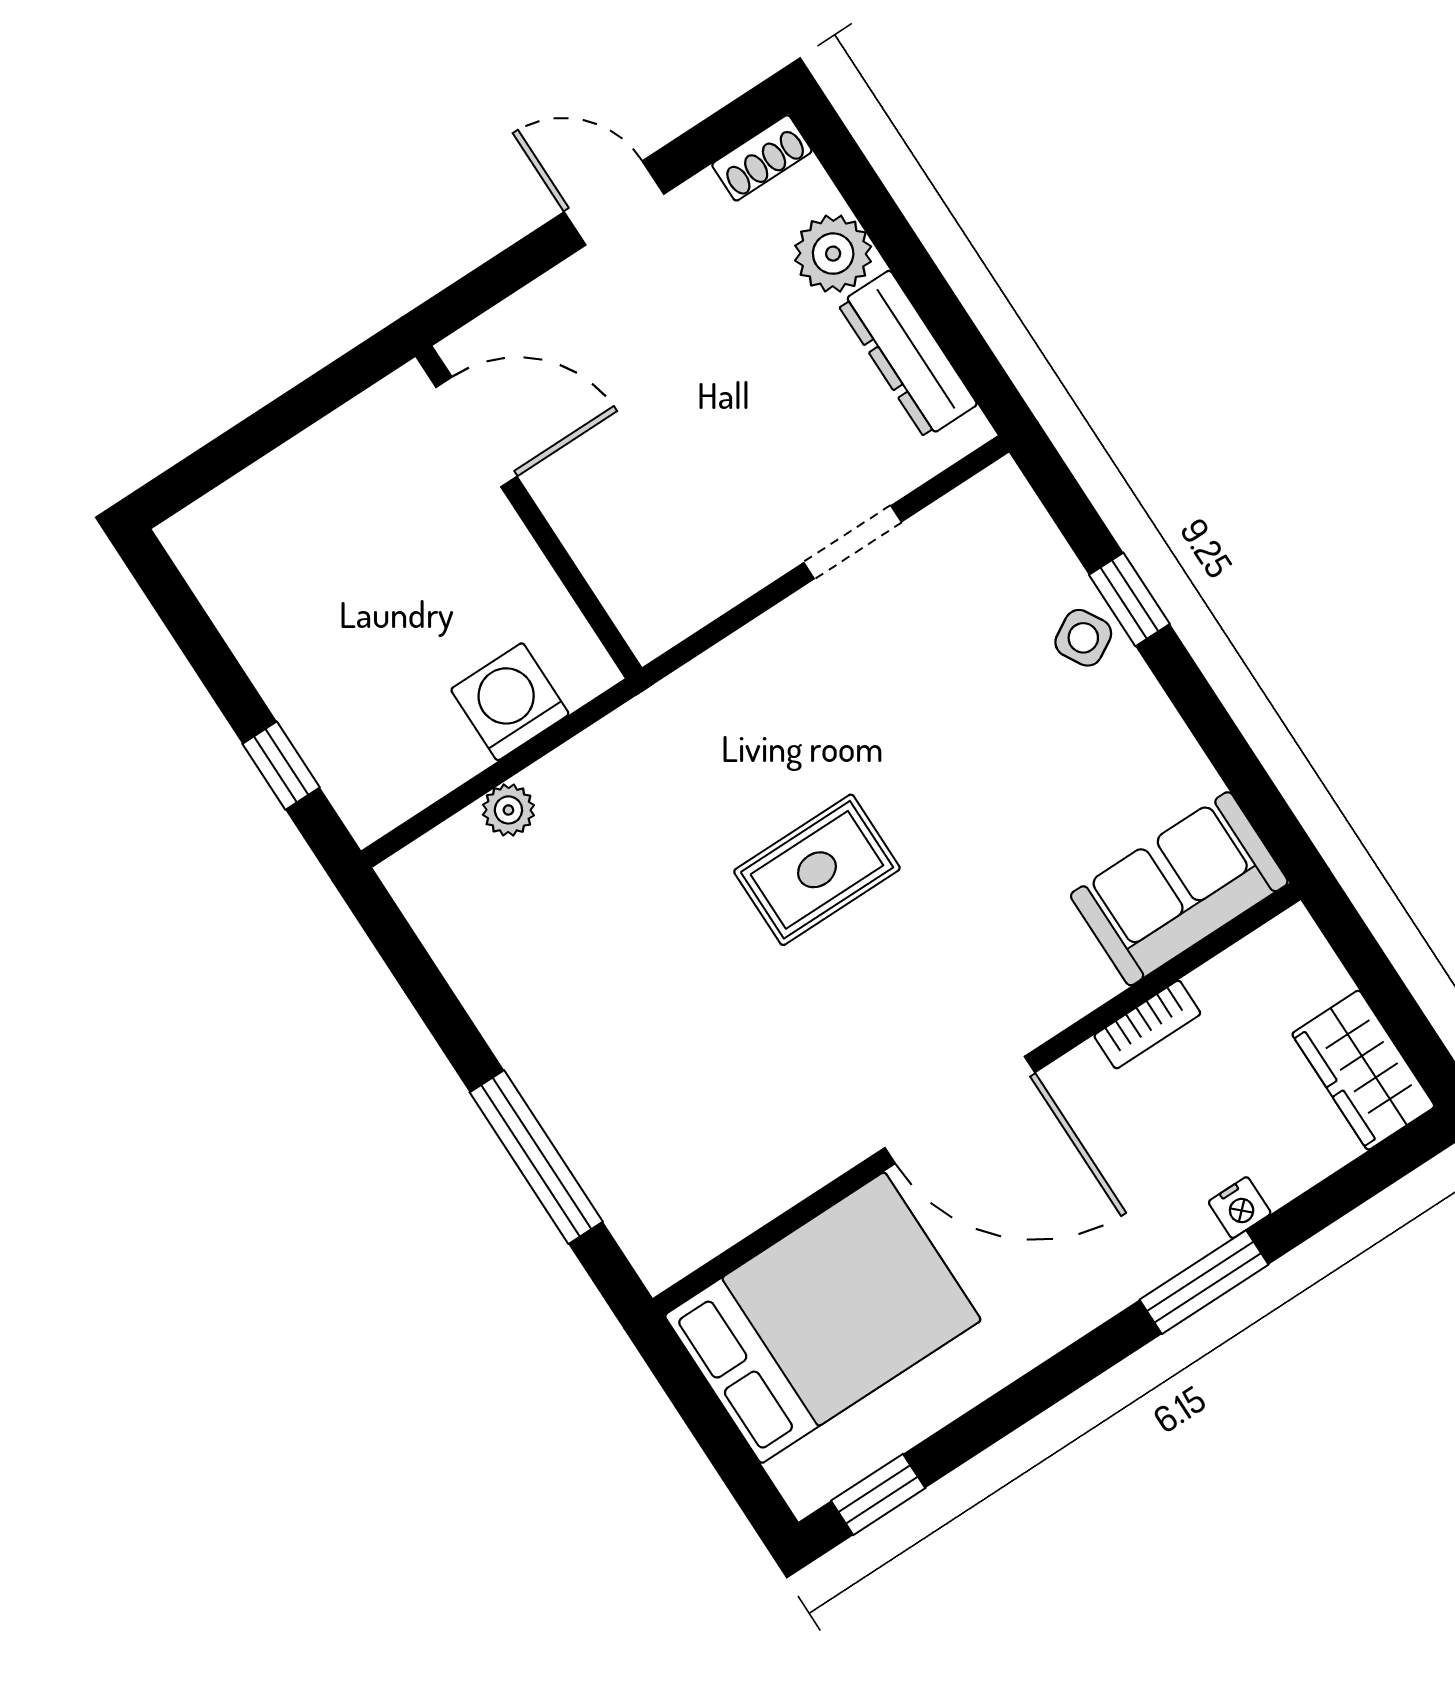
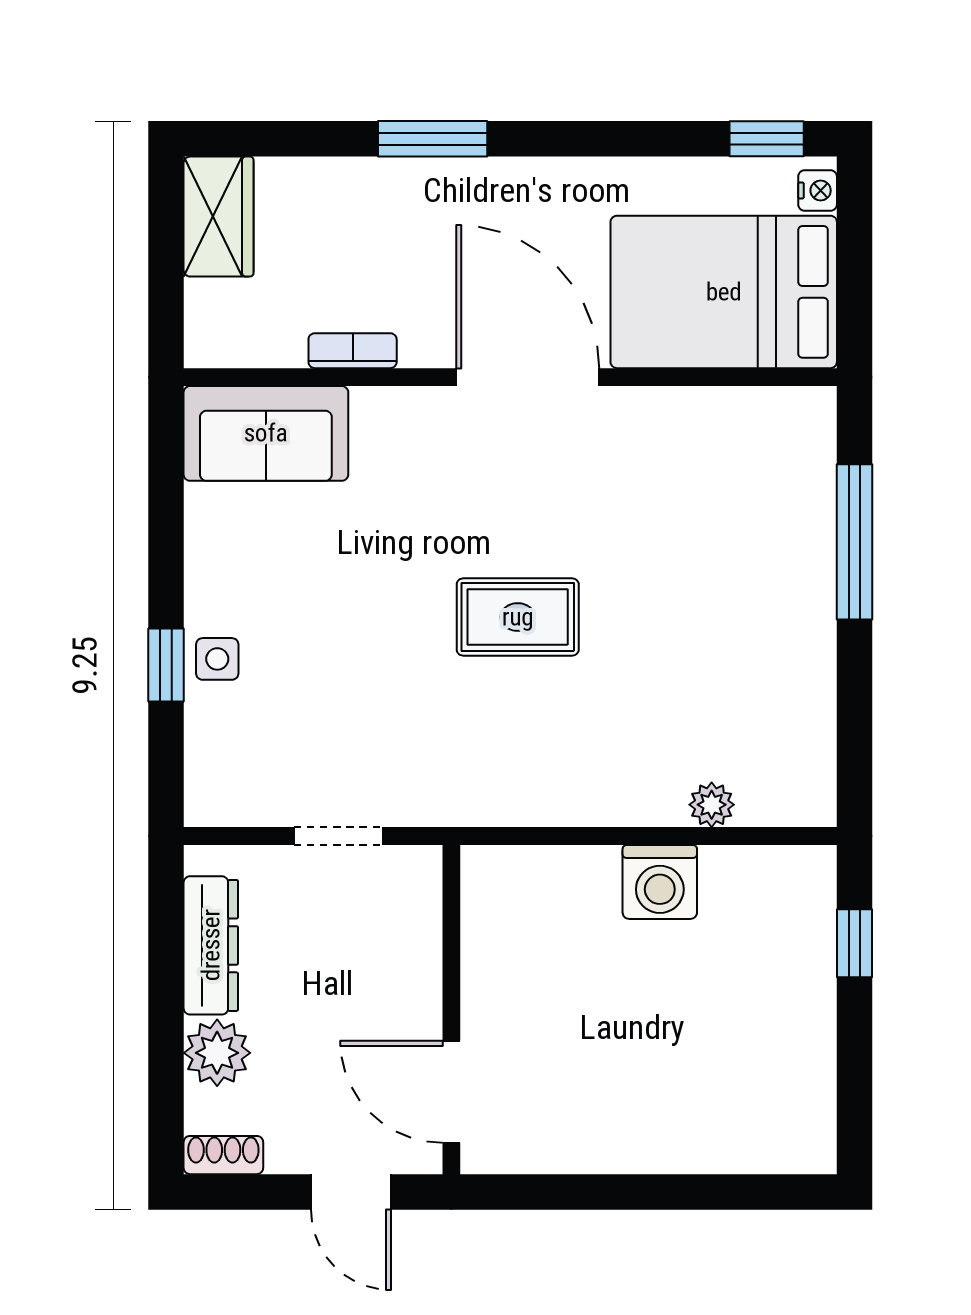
door: (476, 432) -> (451, 1092), moved
wall: (529, 512) -> (451, 1010), moved
side table: (1083, 638) -> (217, 659), turned 30
nightstand: (1240, 1208) -> (818, 190), moved, turned 90

